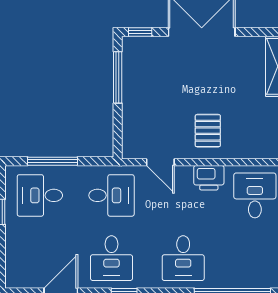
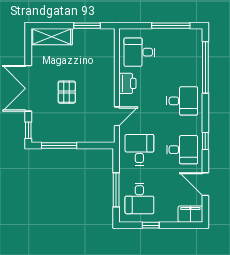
pallet: (208, 131) -> (67, 92), moved, turned 90
filing cabinet: (17, 270) -> (190, 214), added

